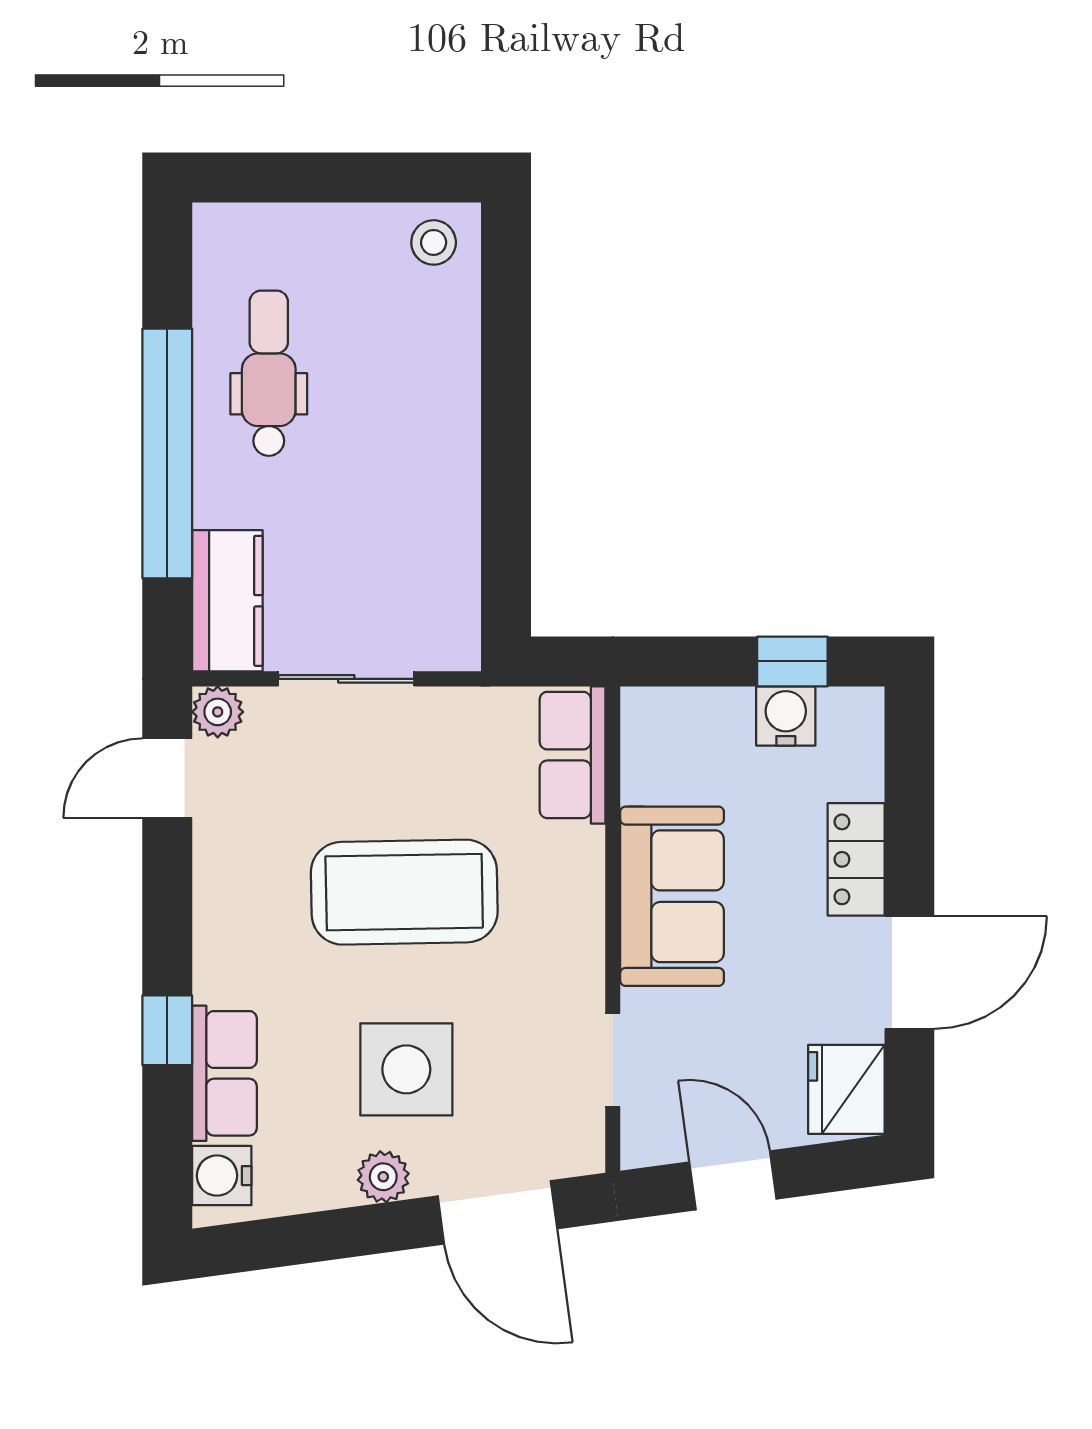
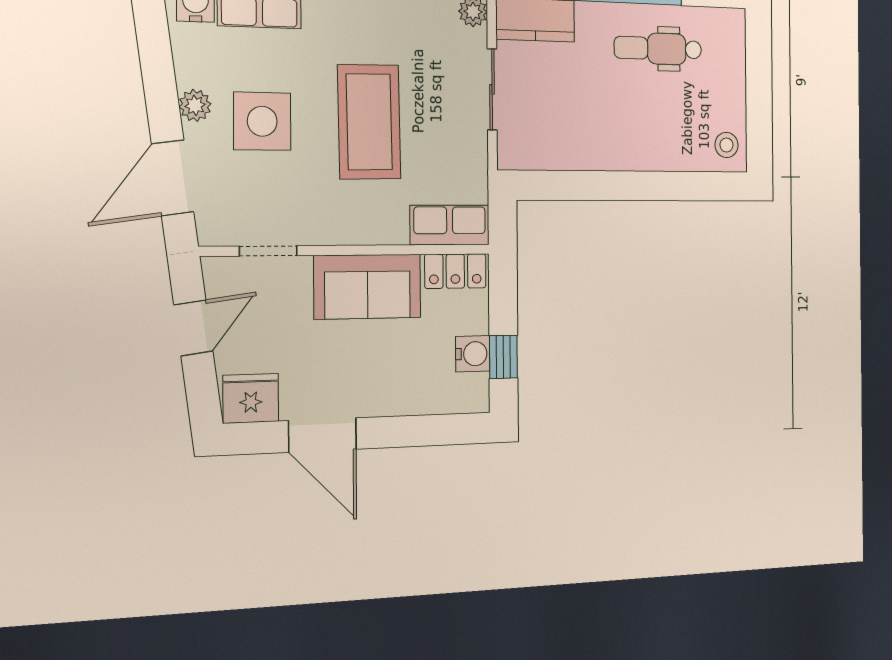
dental chair: (269, 373) -> (658, 49), turned 180
locker: (856, 859) -> (455, 271), moved, turned 180

